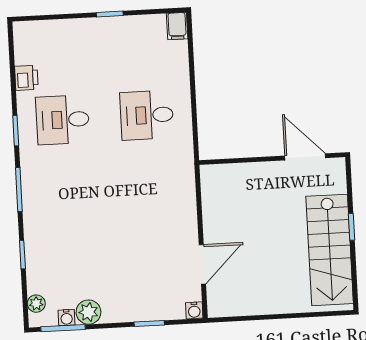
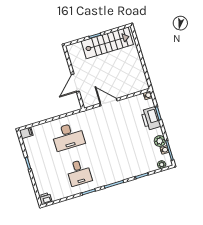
printer: (26, 78) -> (45, 199), moved
desk: (147, 115) -> (68, 137), width x1.37
door: (305, 157) -> (75, 83), moved
door: (202, 264) -> (109, 102), moved
printer: (142, 305) -> (151, 119), added

